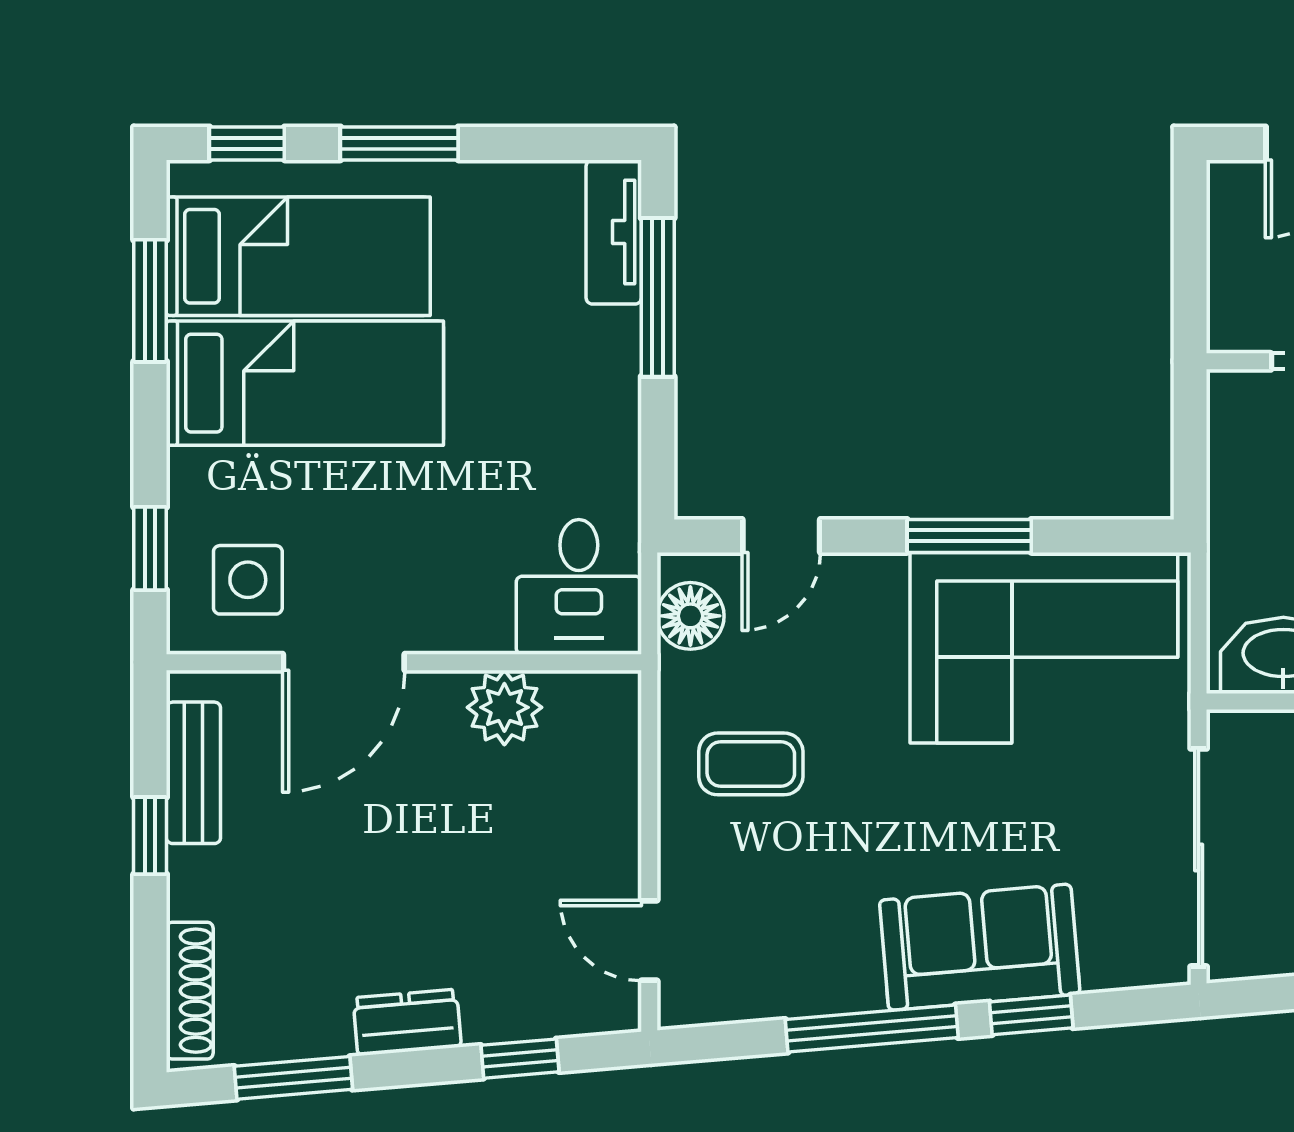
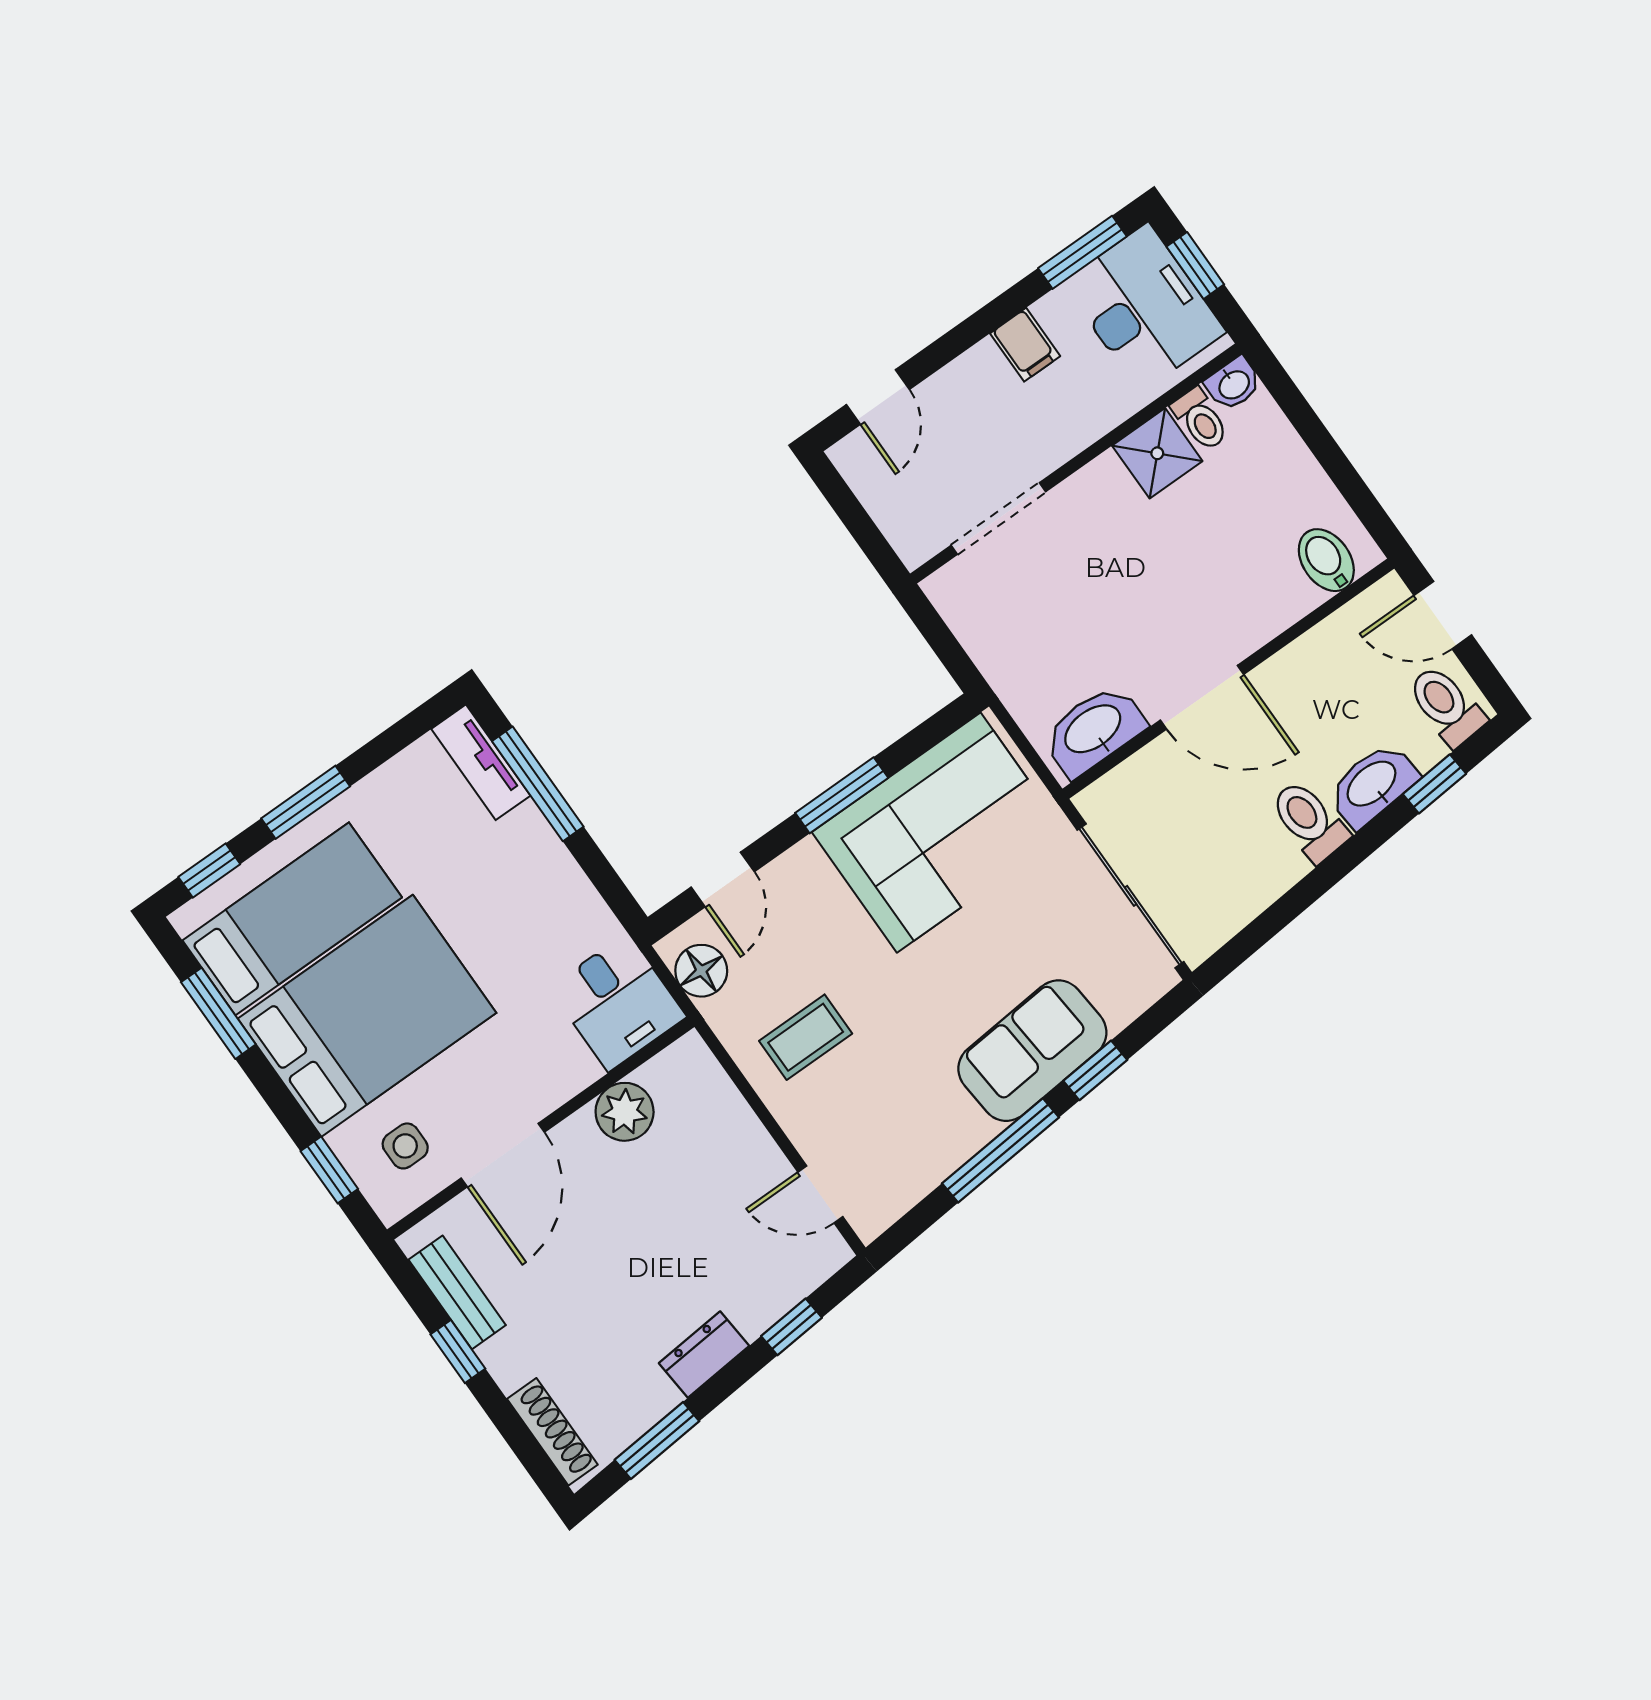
bed: (305, 383) -> (367, 1016), width x1.50
side table: (248, 580) -> (405, 1146), width x0.73, depth x0.73

